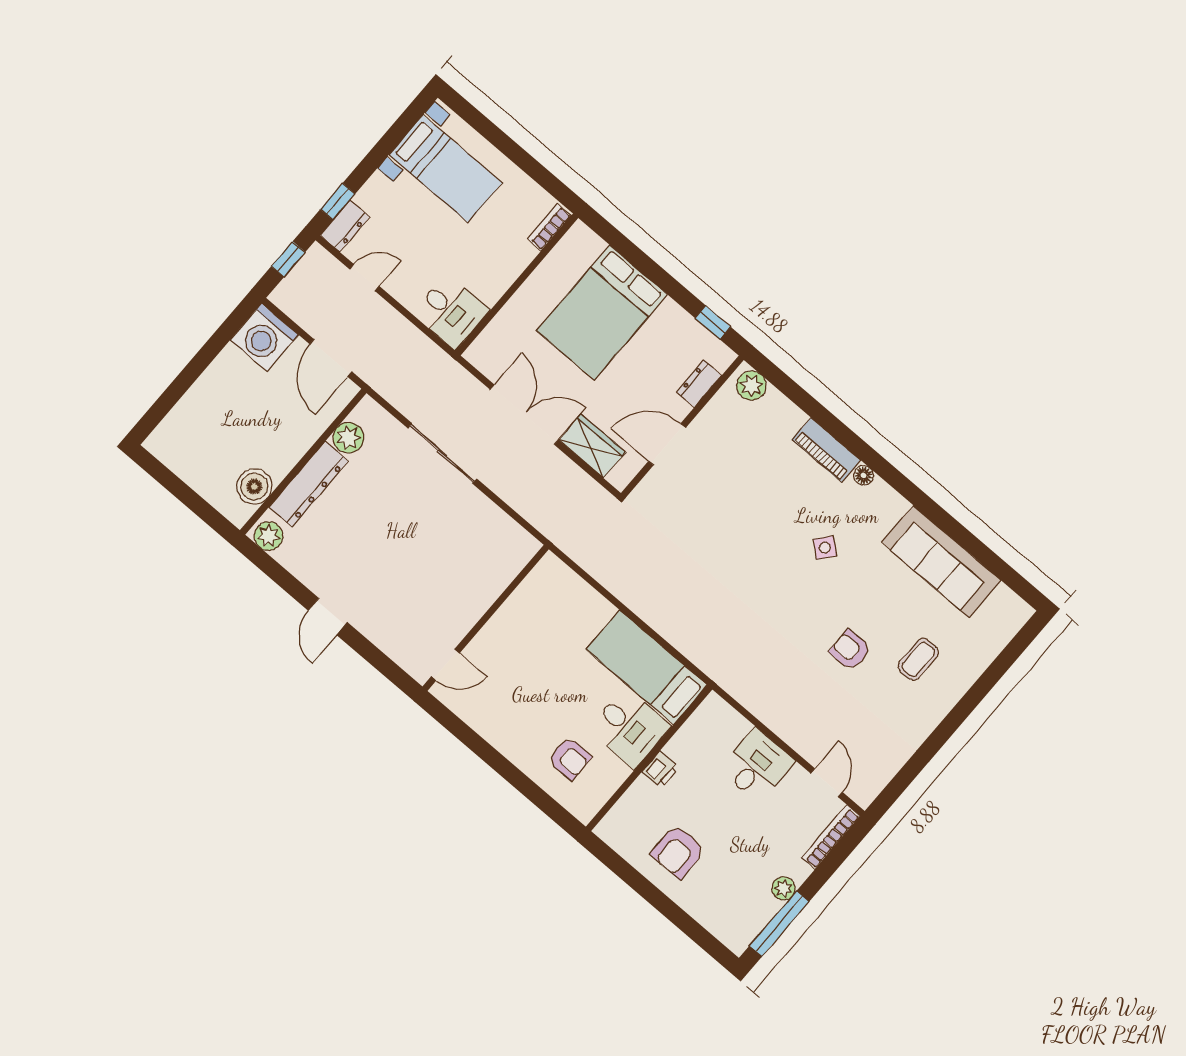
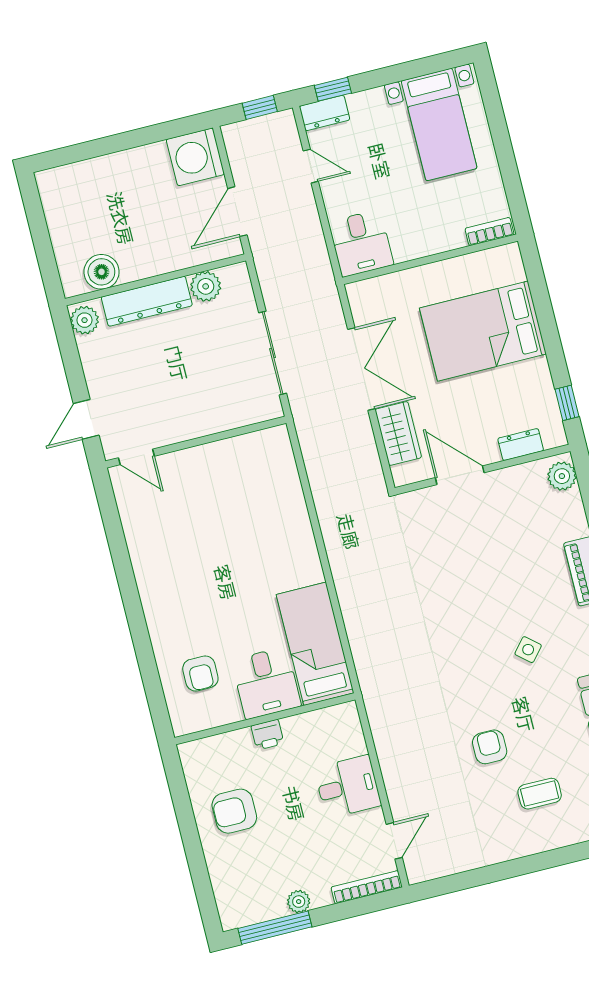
wall: (486, 618) -> (196, 442), moved
door: (445, 665) -> (136, 457), moved

